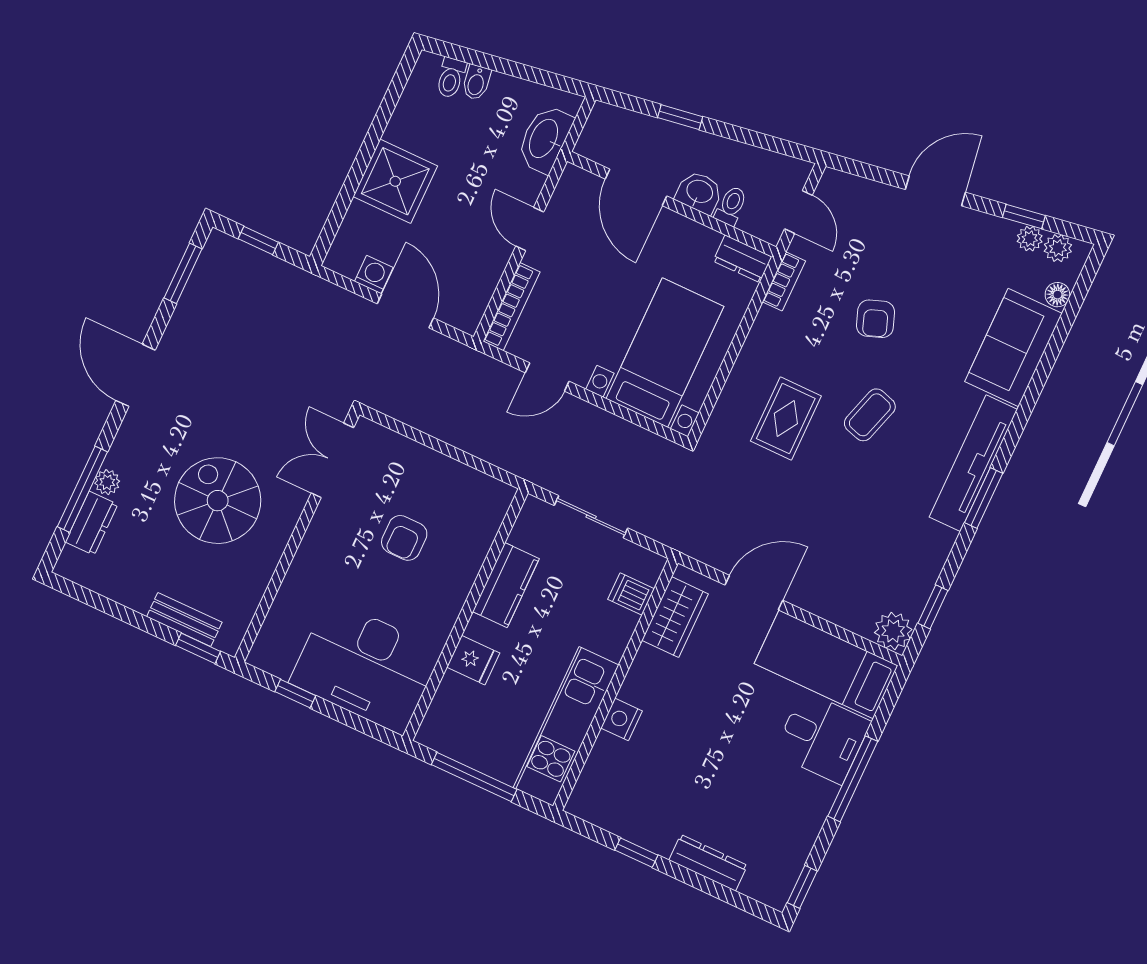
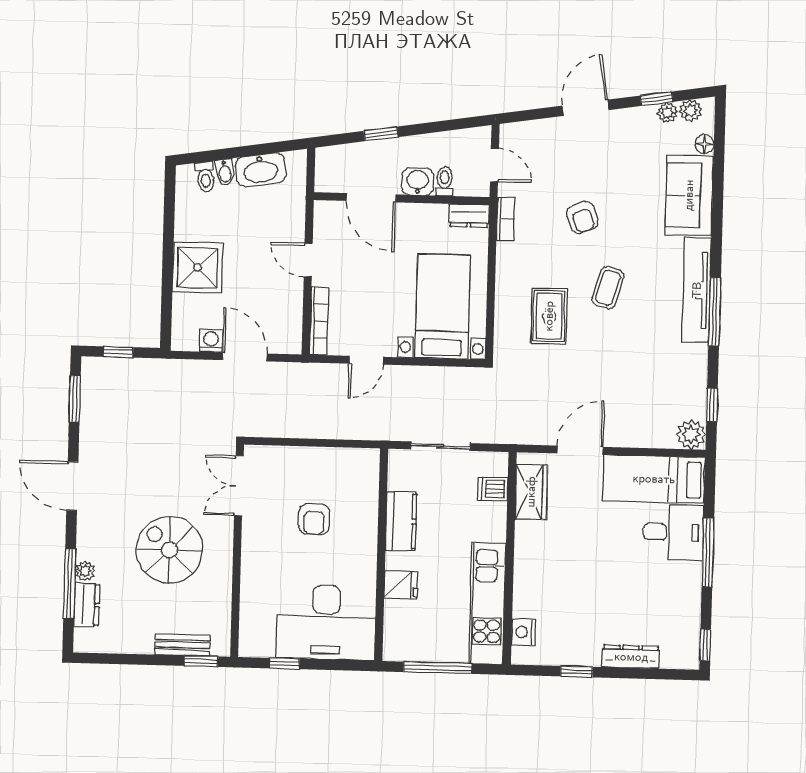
washbasin: (545, 139) -> (261, 170), moved, turned -99
window: (984, 498) -> (715, 312), width x1.44
nightstand: (621, 719) -> (523, 632), moved

